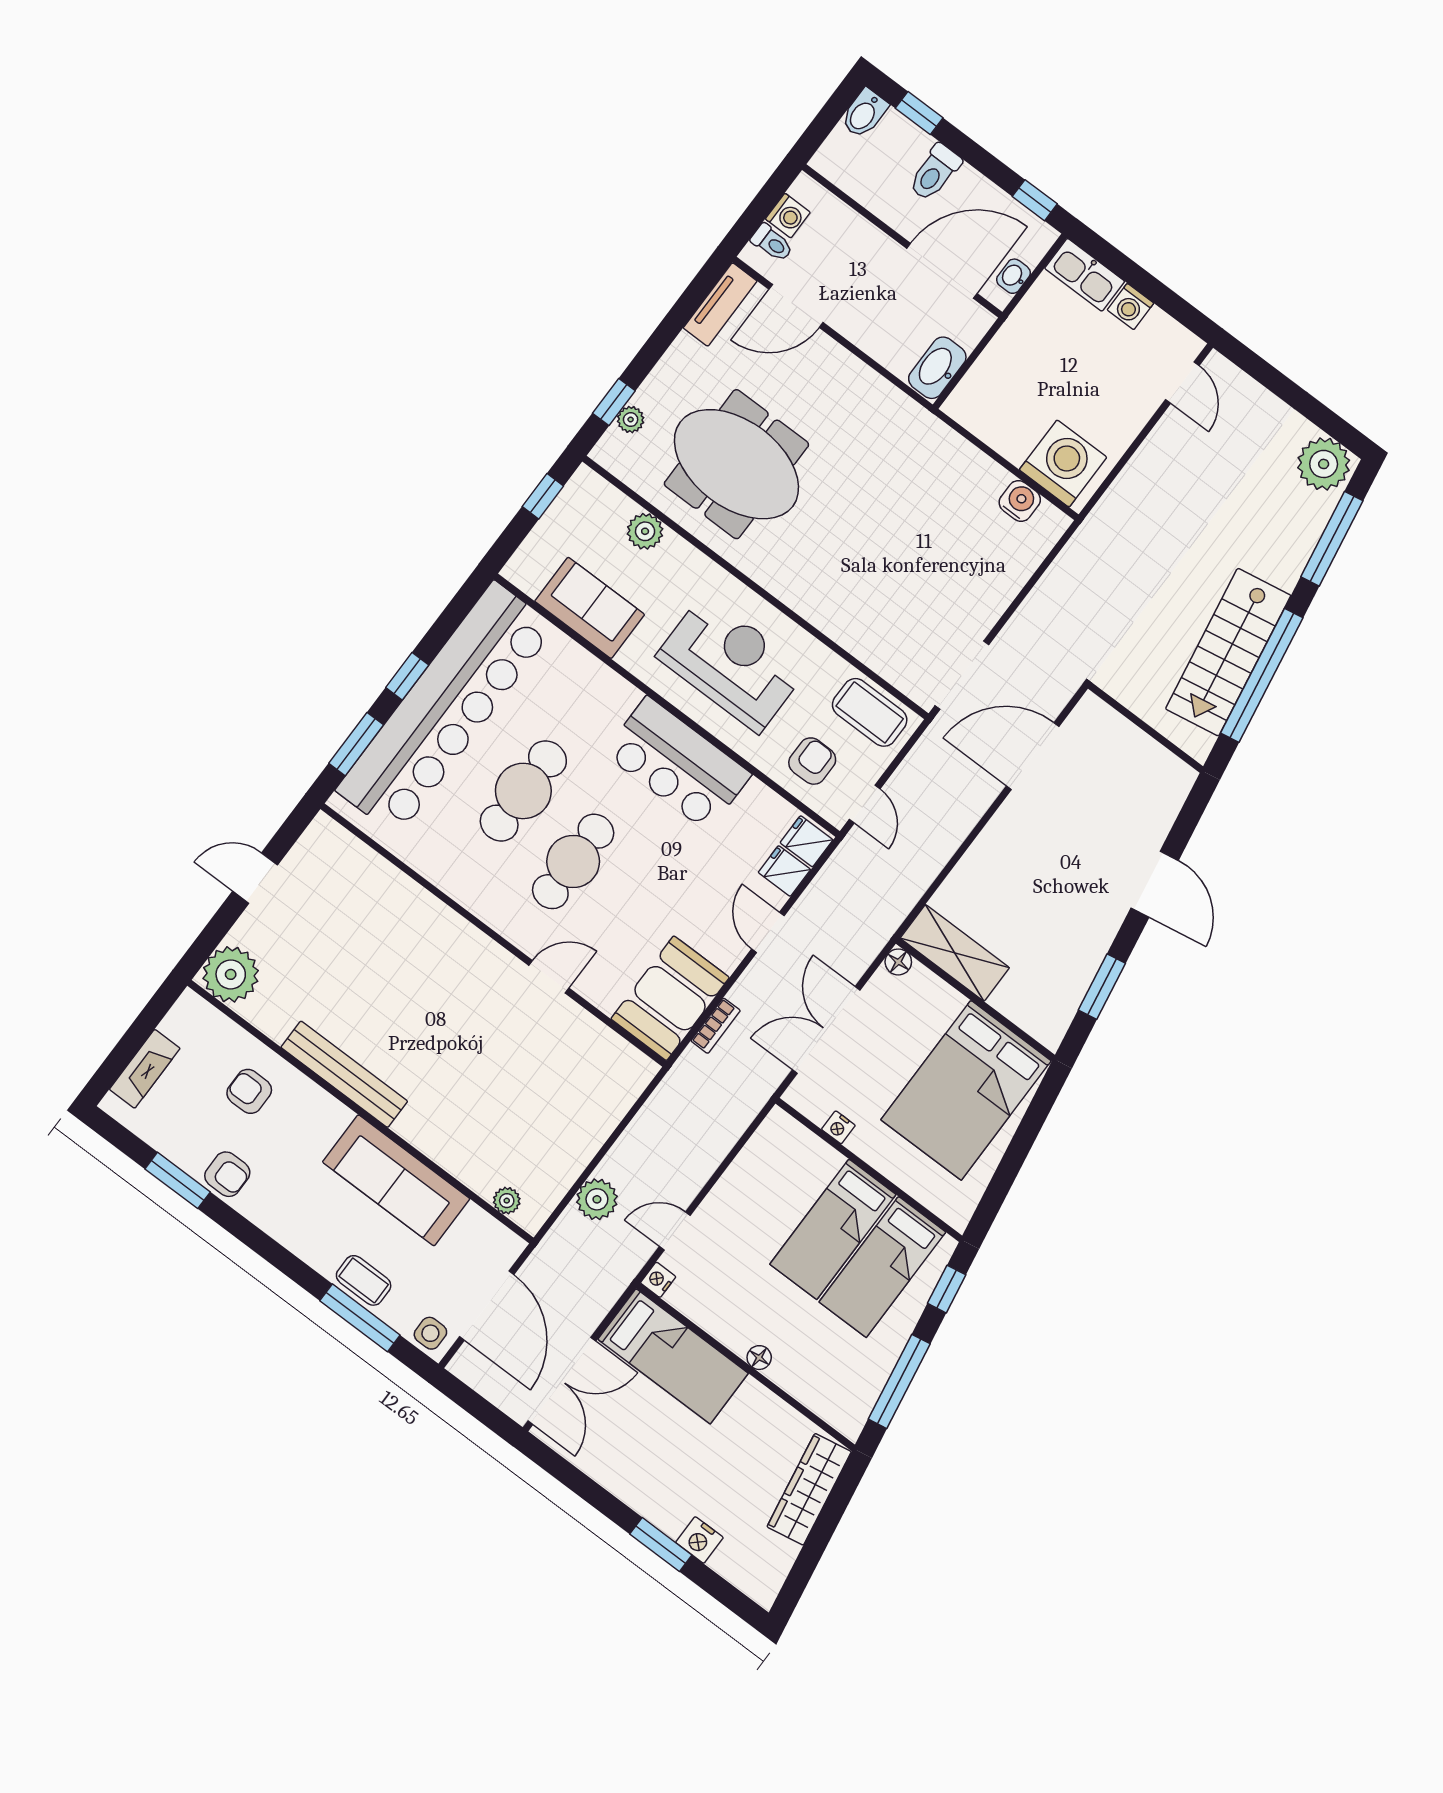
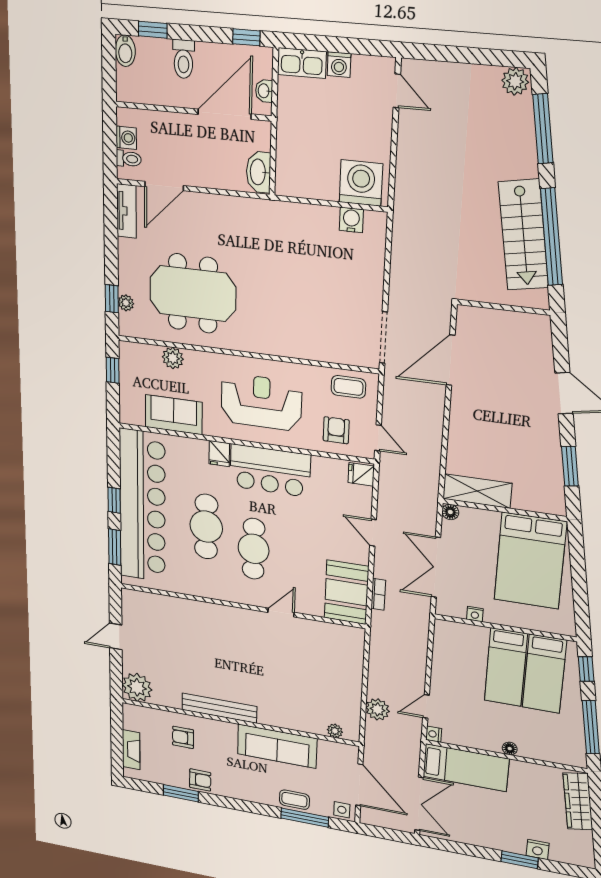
plant: (1324, 464) -> (515, 81), width x0.73, depth x0.73
coffee table: (870, 712) -> (348, 387), width x0.73, depth x0.77
fridge: (784, 871) -> (219, 453), moved, turned -90

